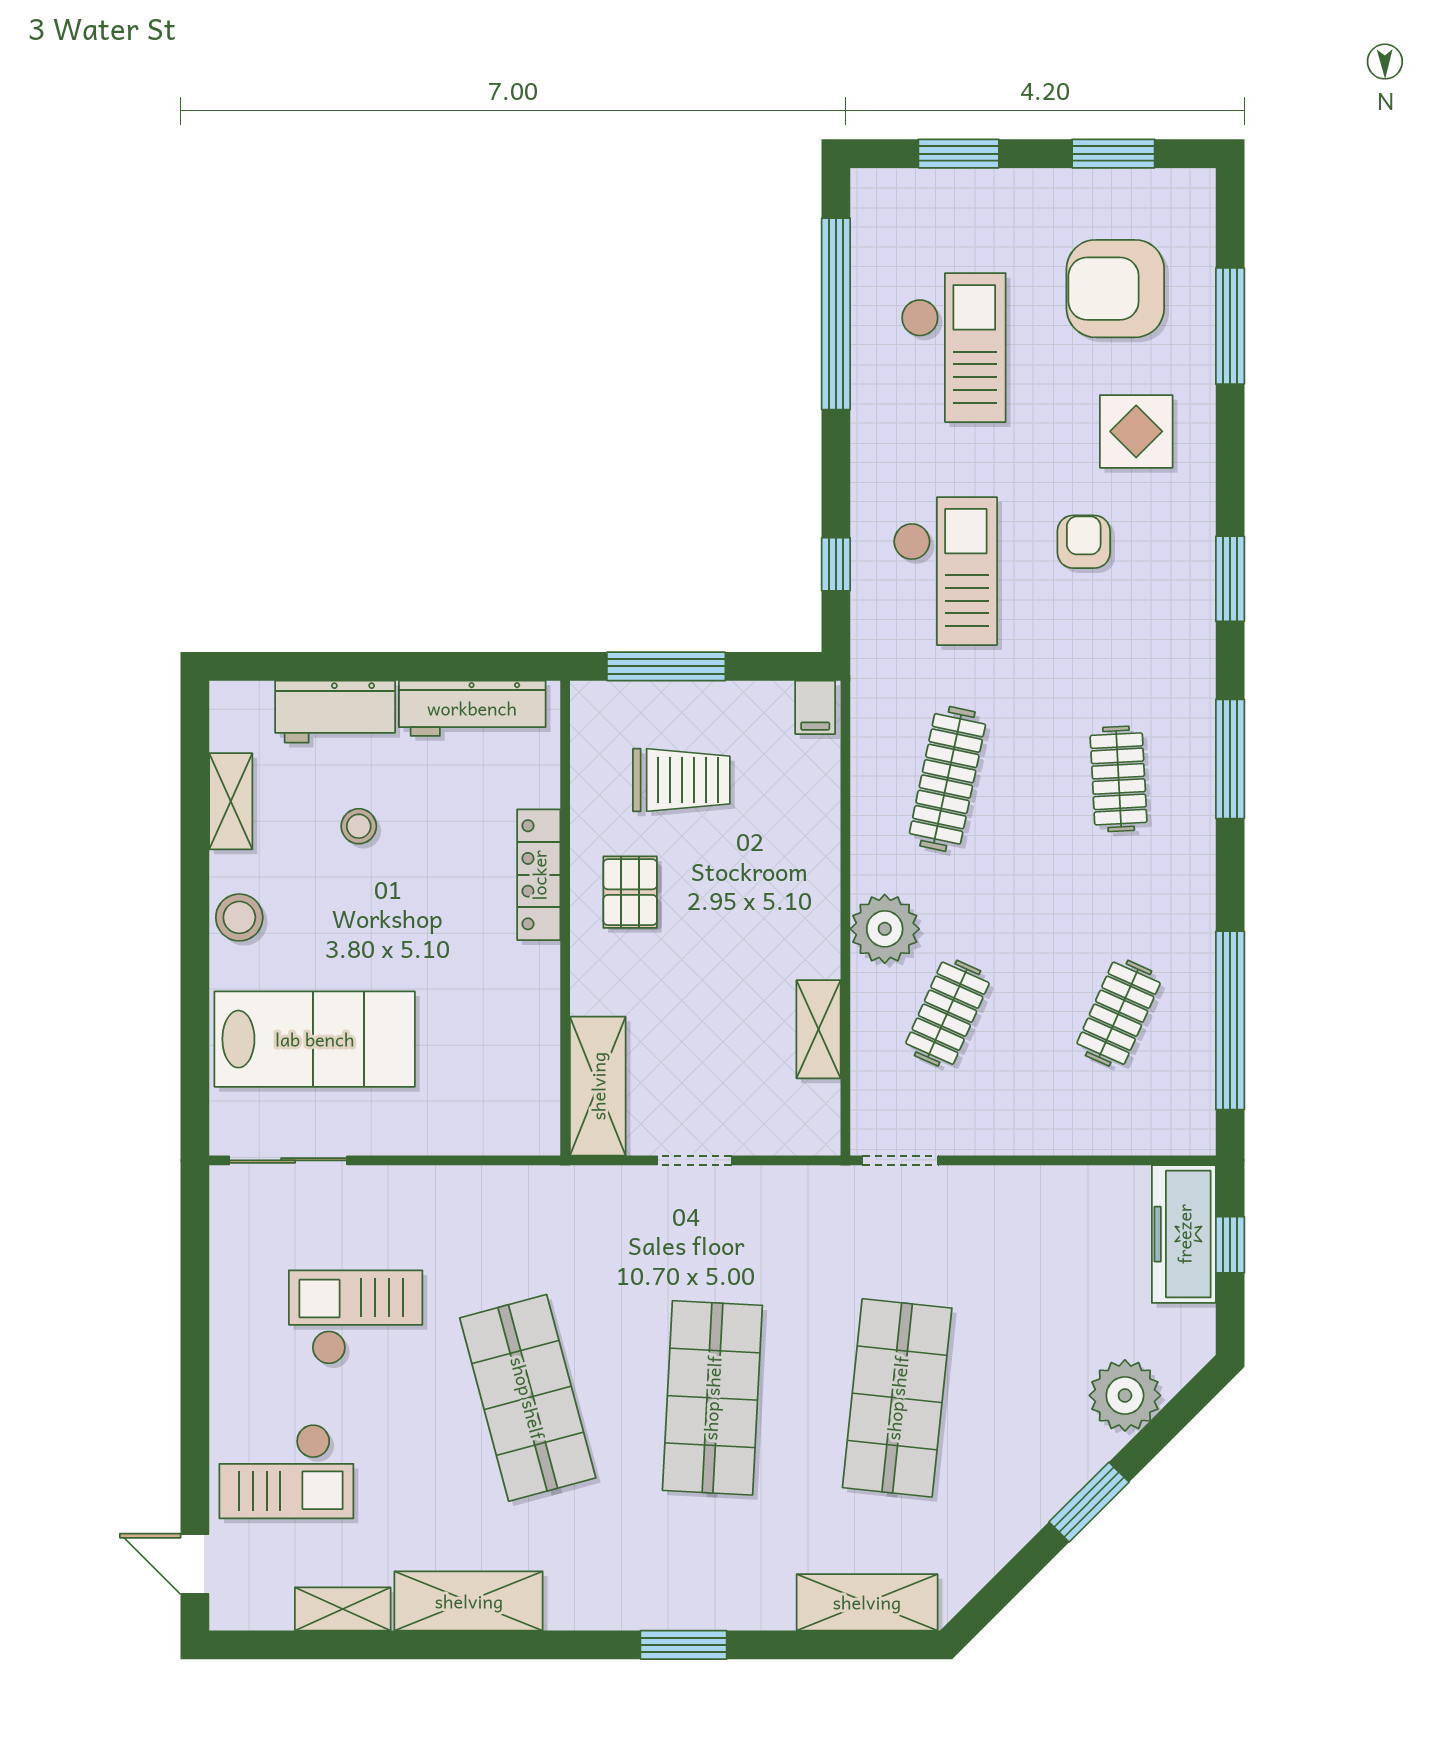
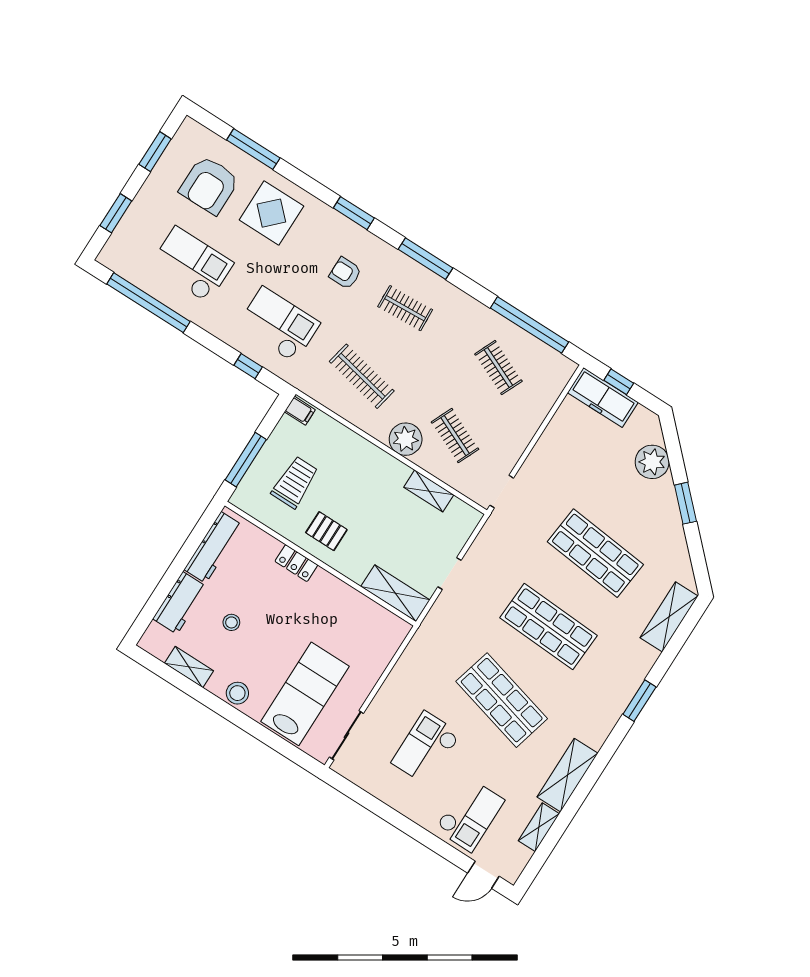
display table: (1136, 431) -> (271, 213), width x1.36, depth x1.36
armchair: (1084, 542) -> (345, 273), moved
locker: (539, 875) -> (296, 563), width x0.66
shop shelf: (528, 1398) -> (502, 700), turned 30

